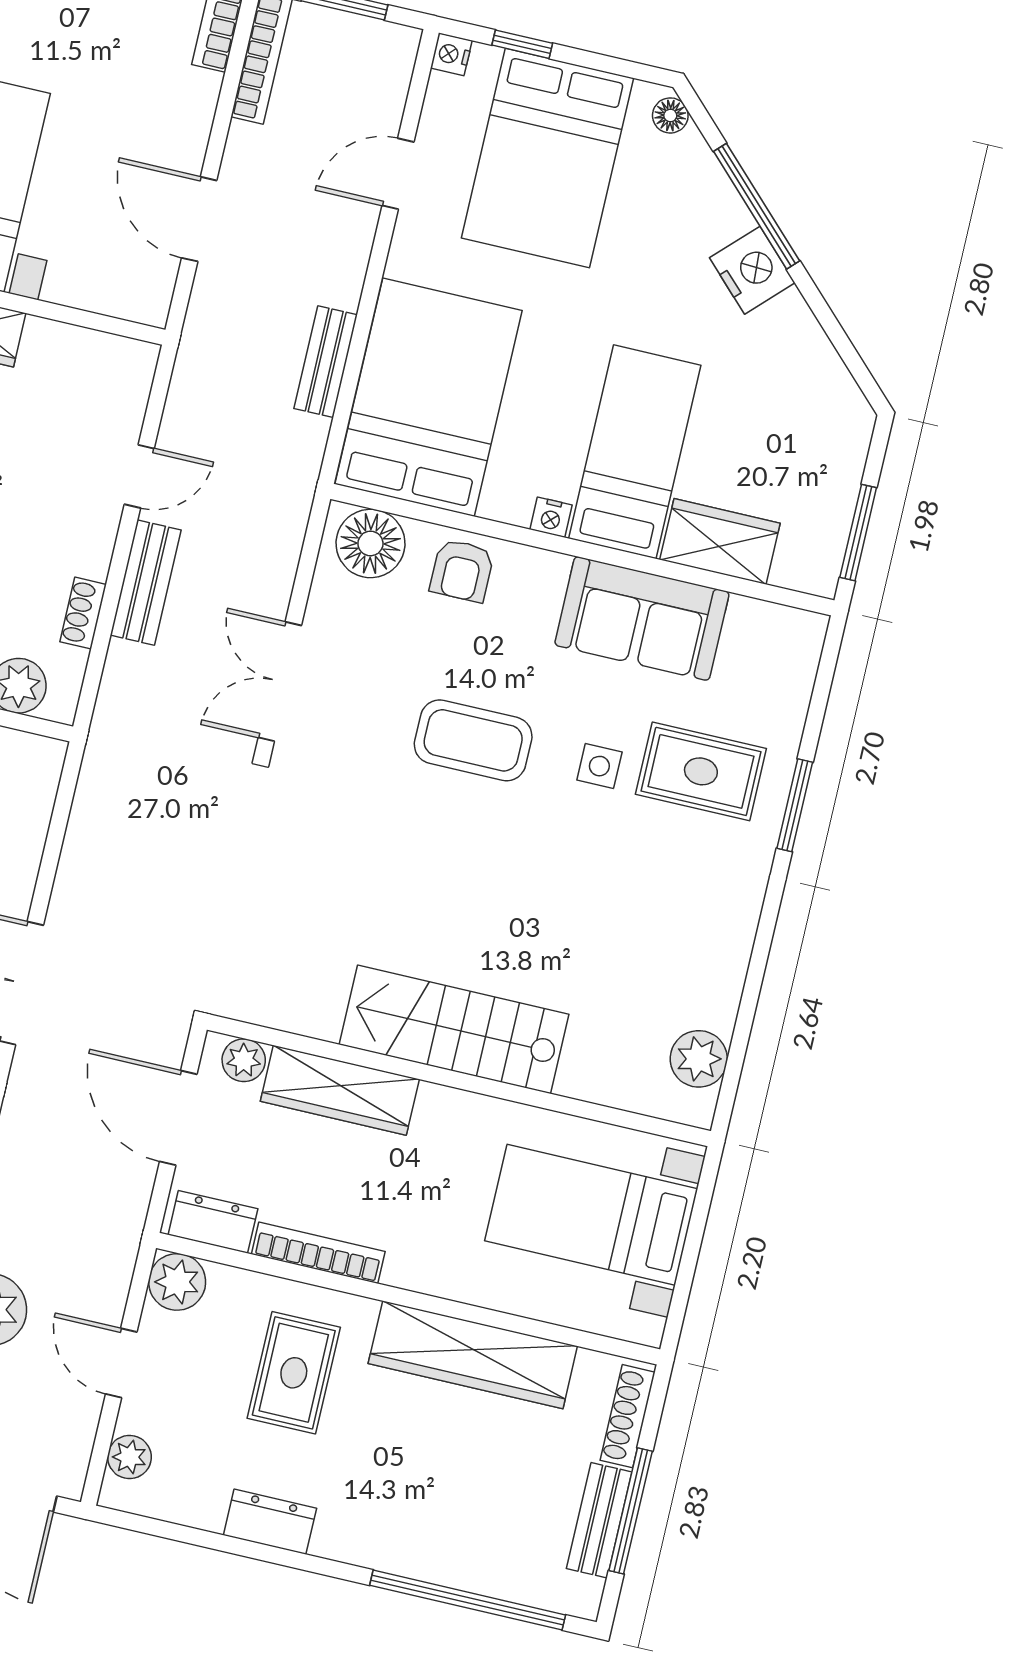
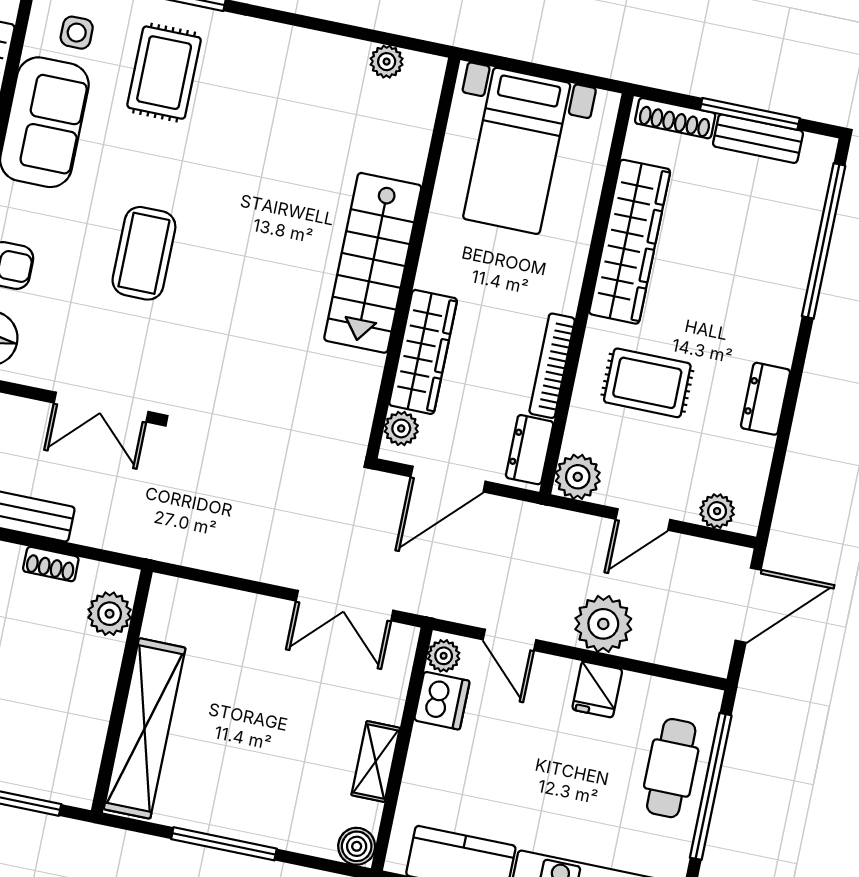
side table: (599, 766) -> (77, 33), moved
plant: (699, 1059) -> (387, 62), width x0.73, depth x0.73

